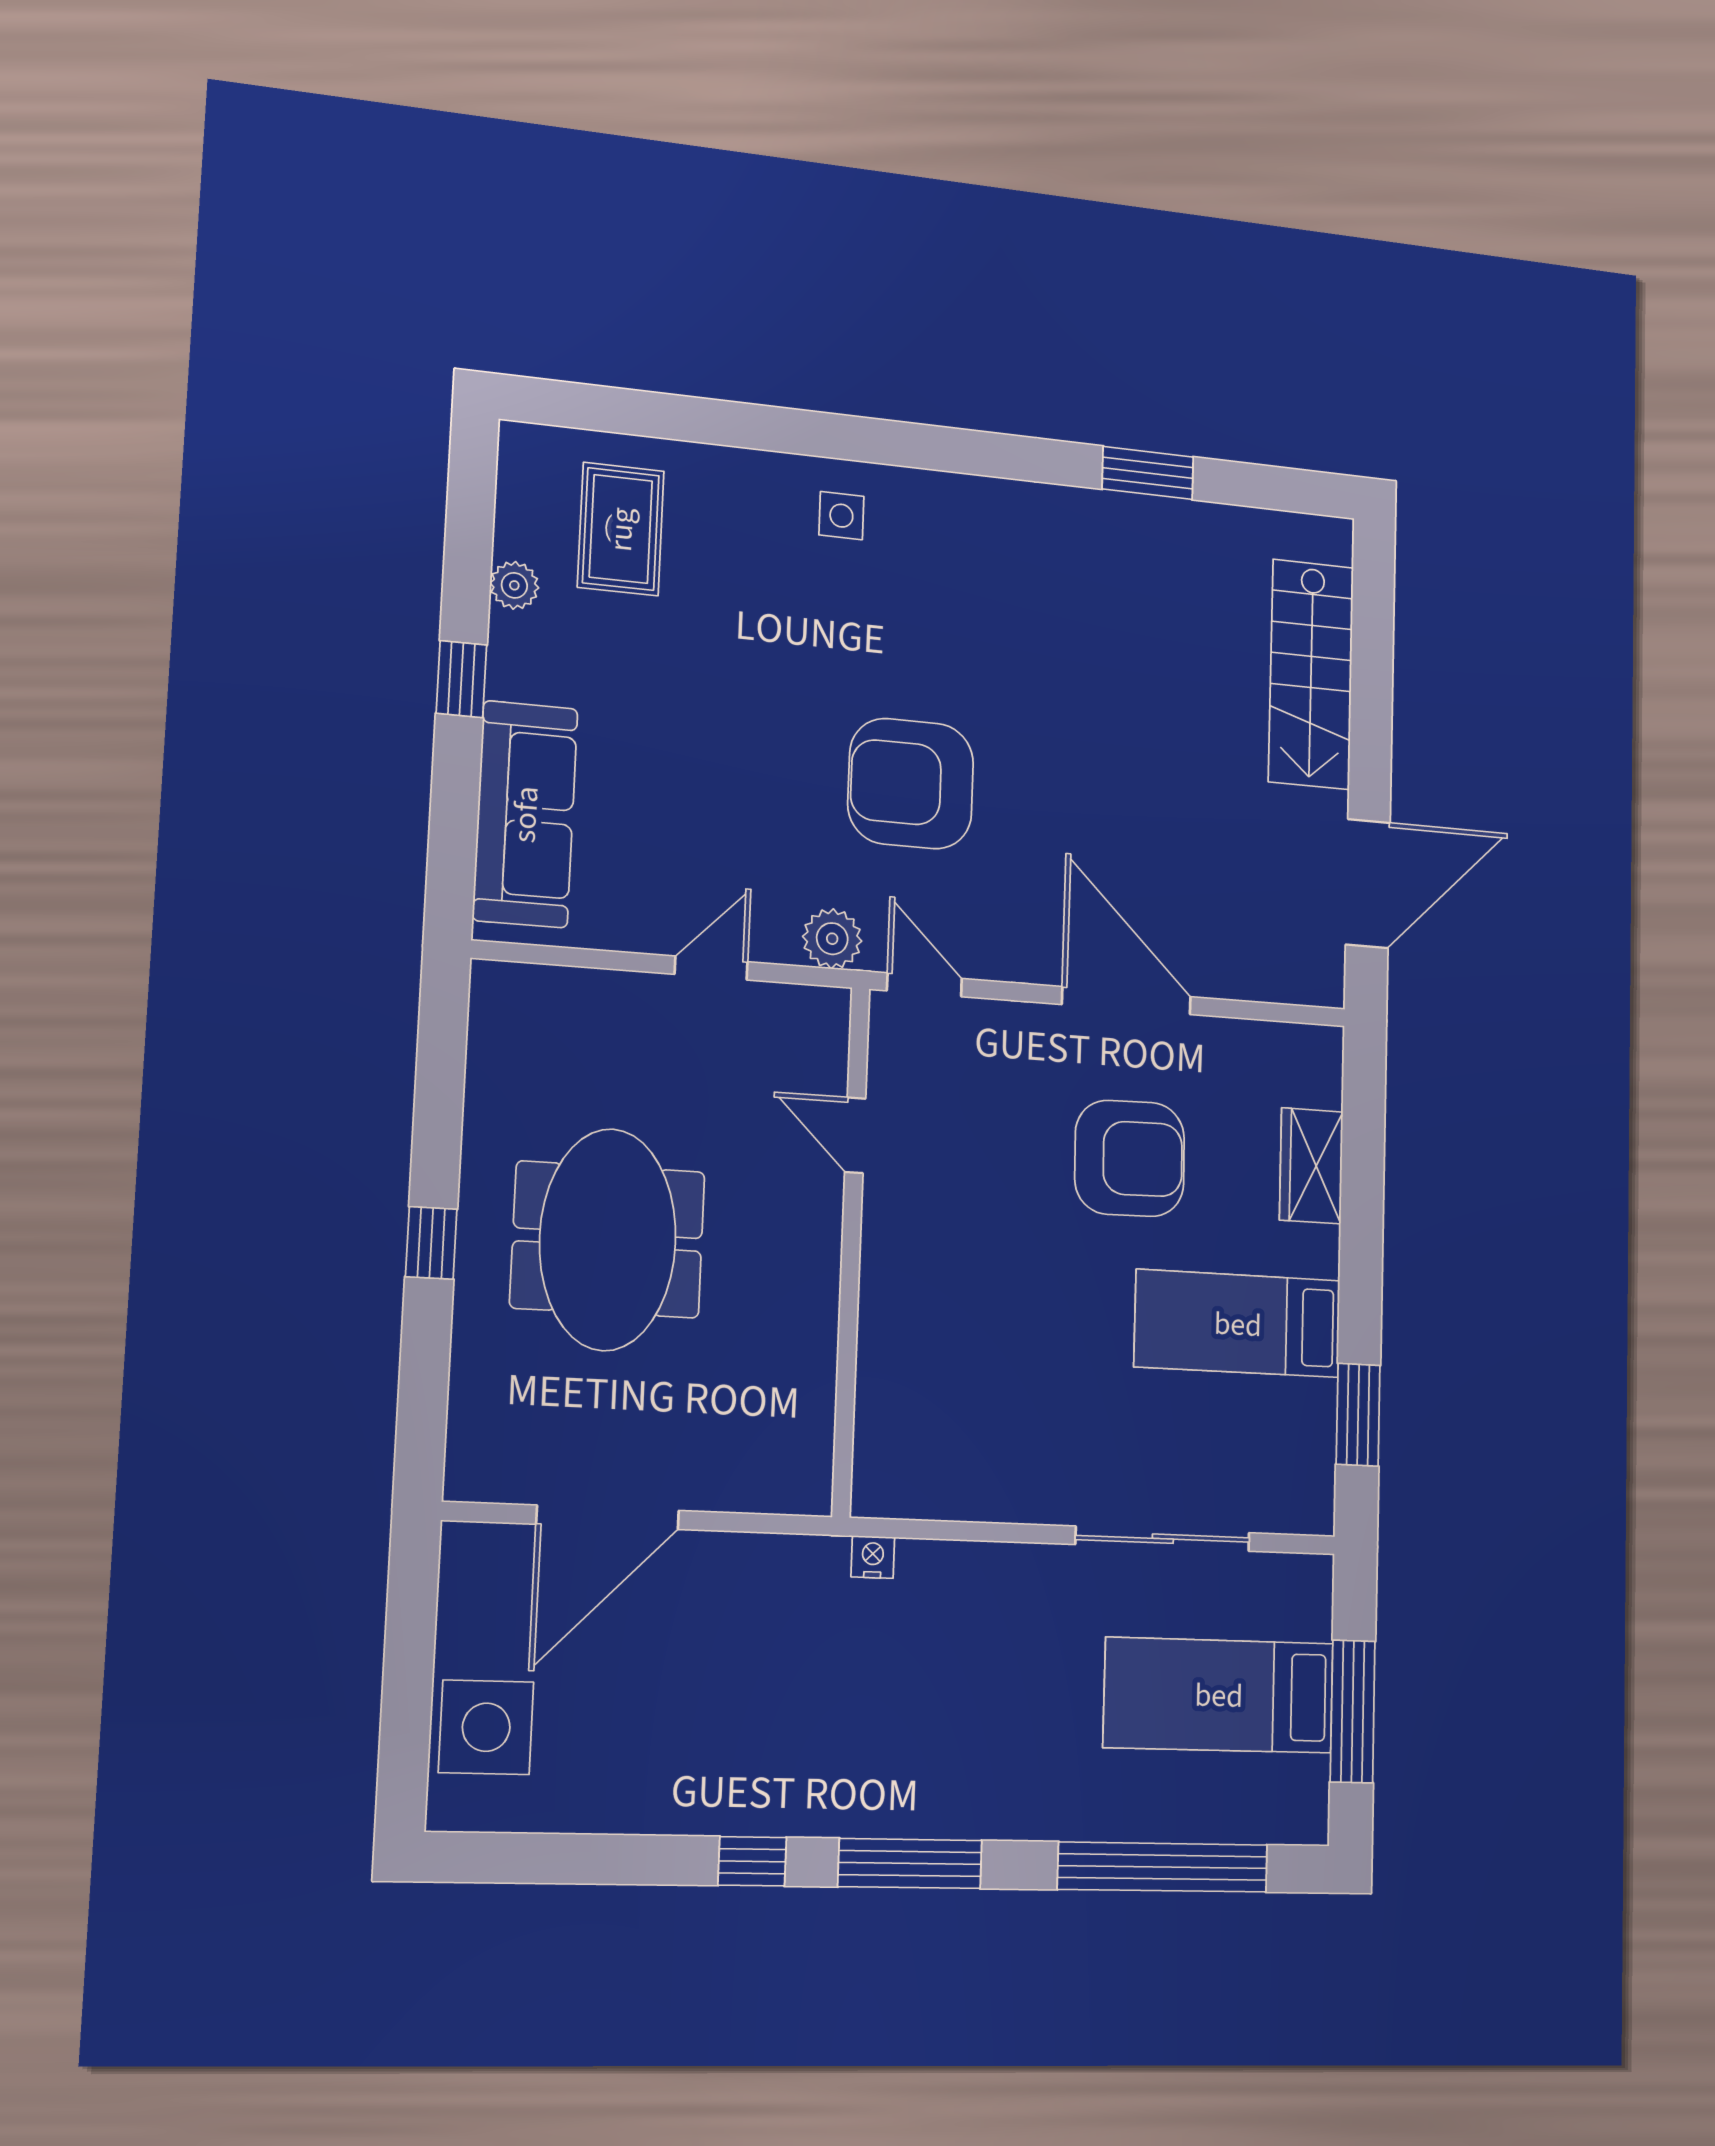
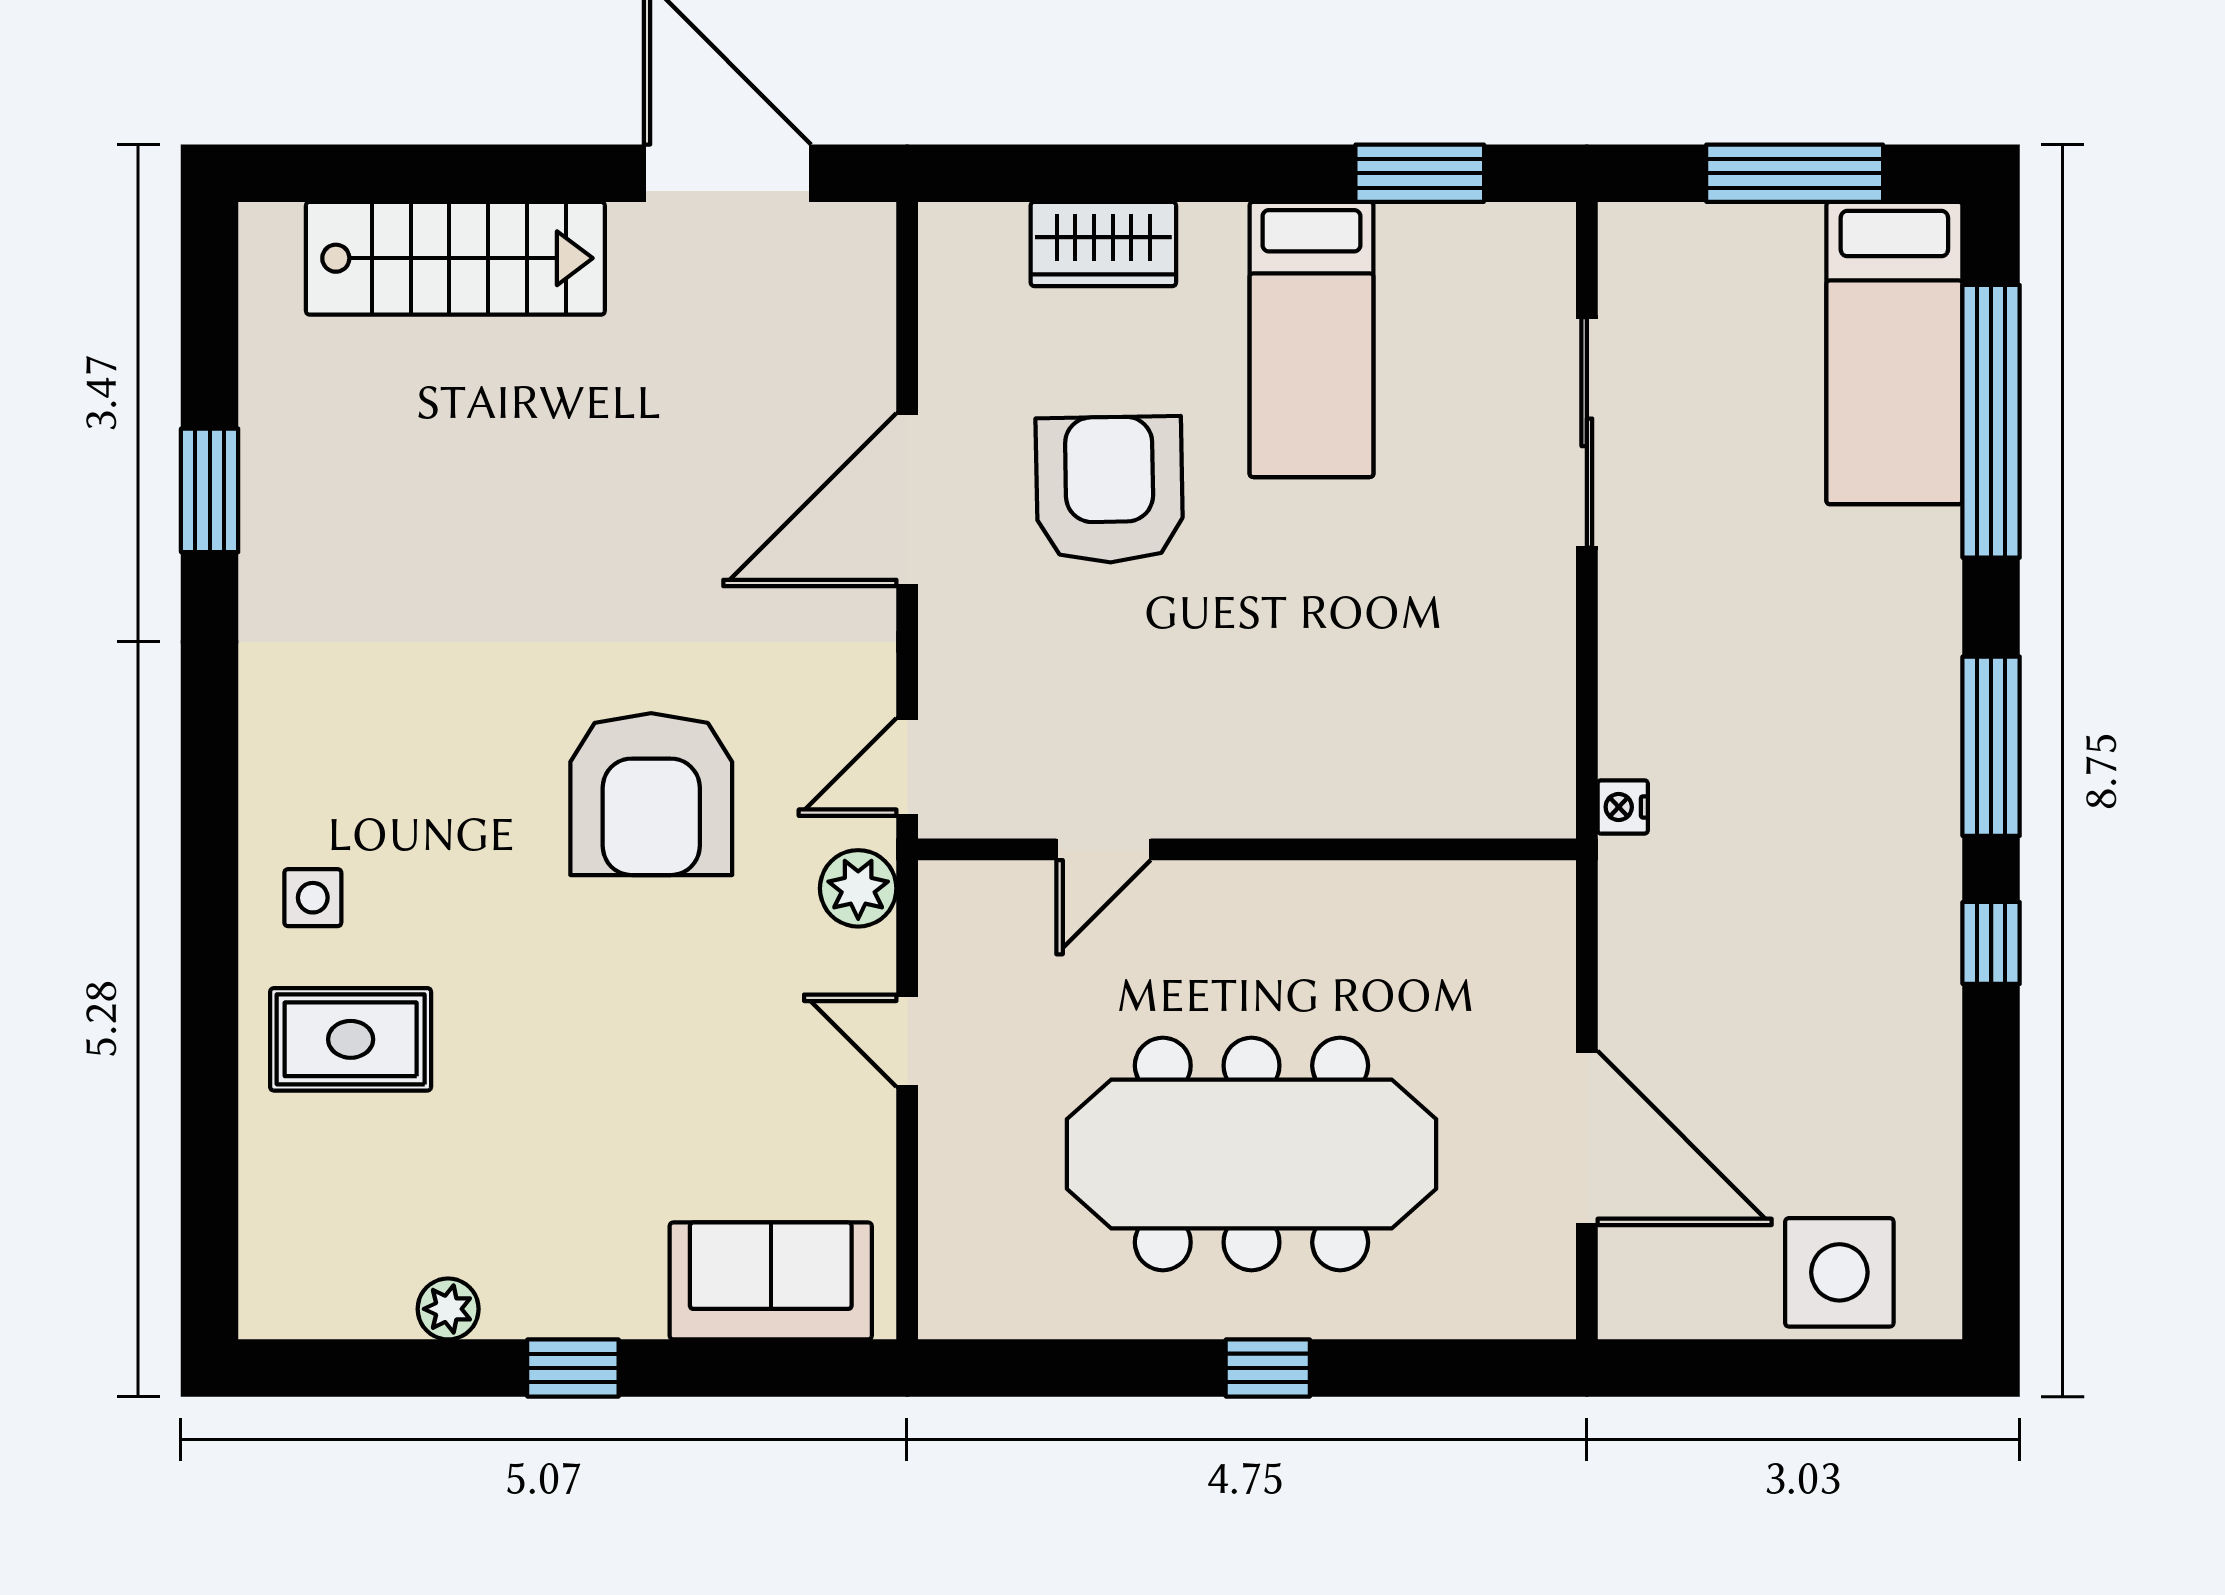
rug: (621, 529) -> (351, 1039), moved
sofa: (525, 814) -> (771, 1281), width x0.73
meeting table: (608, 1240) -> (1251, 1154), width x1.36
bed: (1219, 1695) -> (1894, 353), moved

